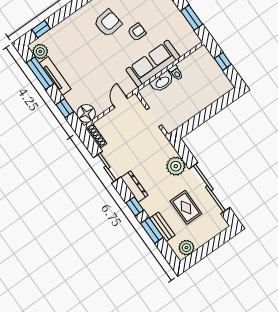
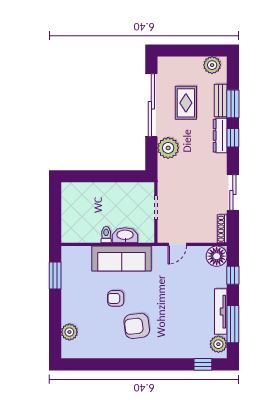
window: (223, 61) -> (55, 214), removed
dresser: (134, 186) -> (220, 136), moved

